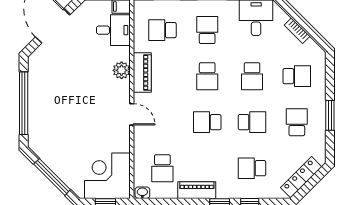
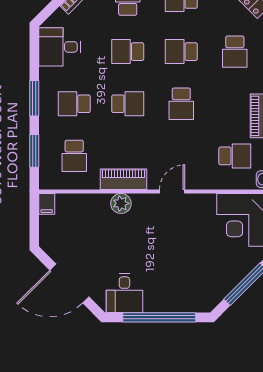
desk: (113, 30) -> (124, 293), moved, turned 180
school desk: (252, 76) -> (128, 52), turned 180
school desk: (252, 122) -> (181, 52), turned -90

